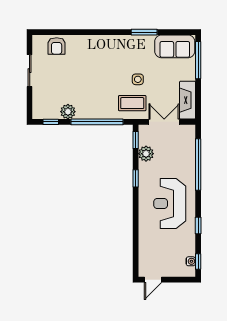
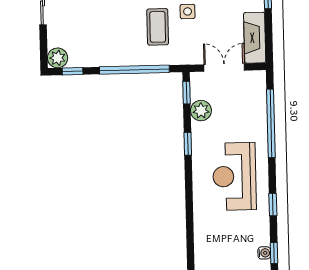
coffee table: (132, 103) -> (158, 27), moved, turned 90
plant: (68, 112) -> (58, 58), moved

